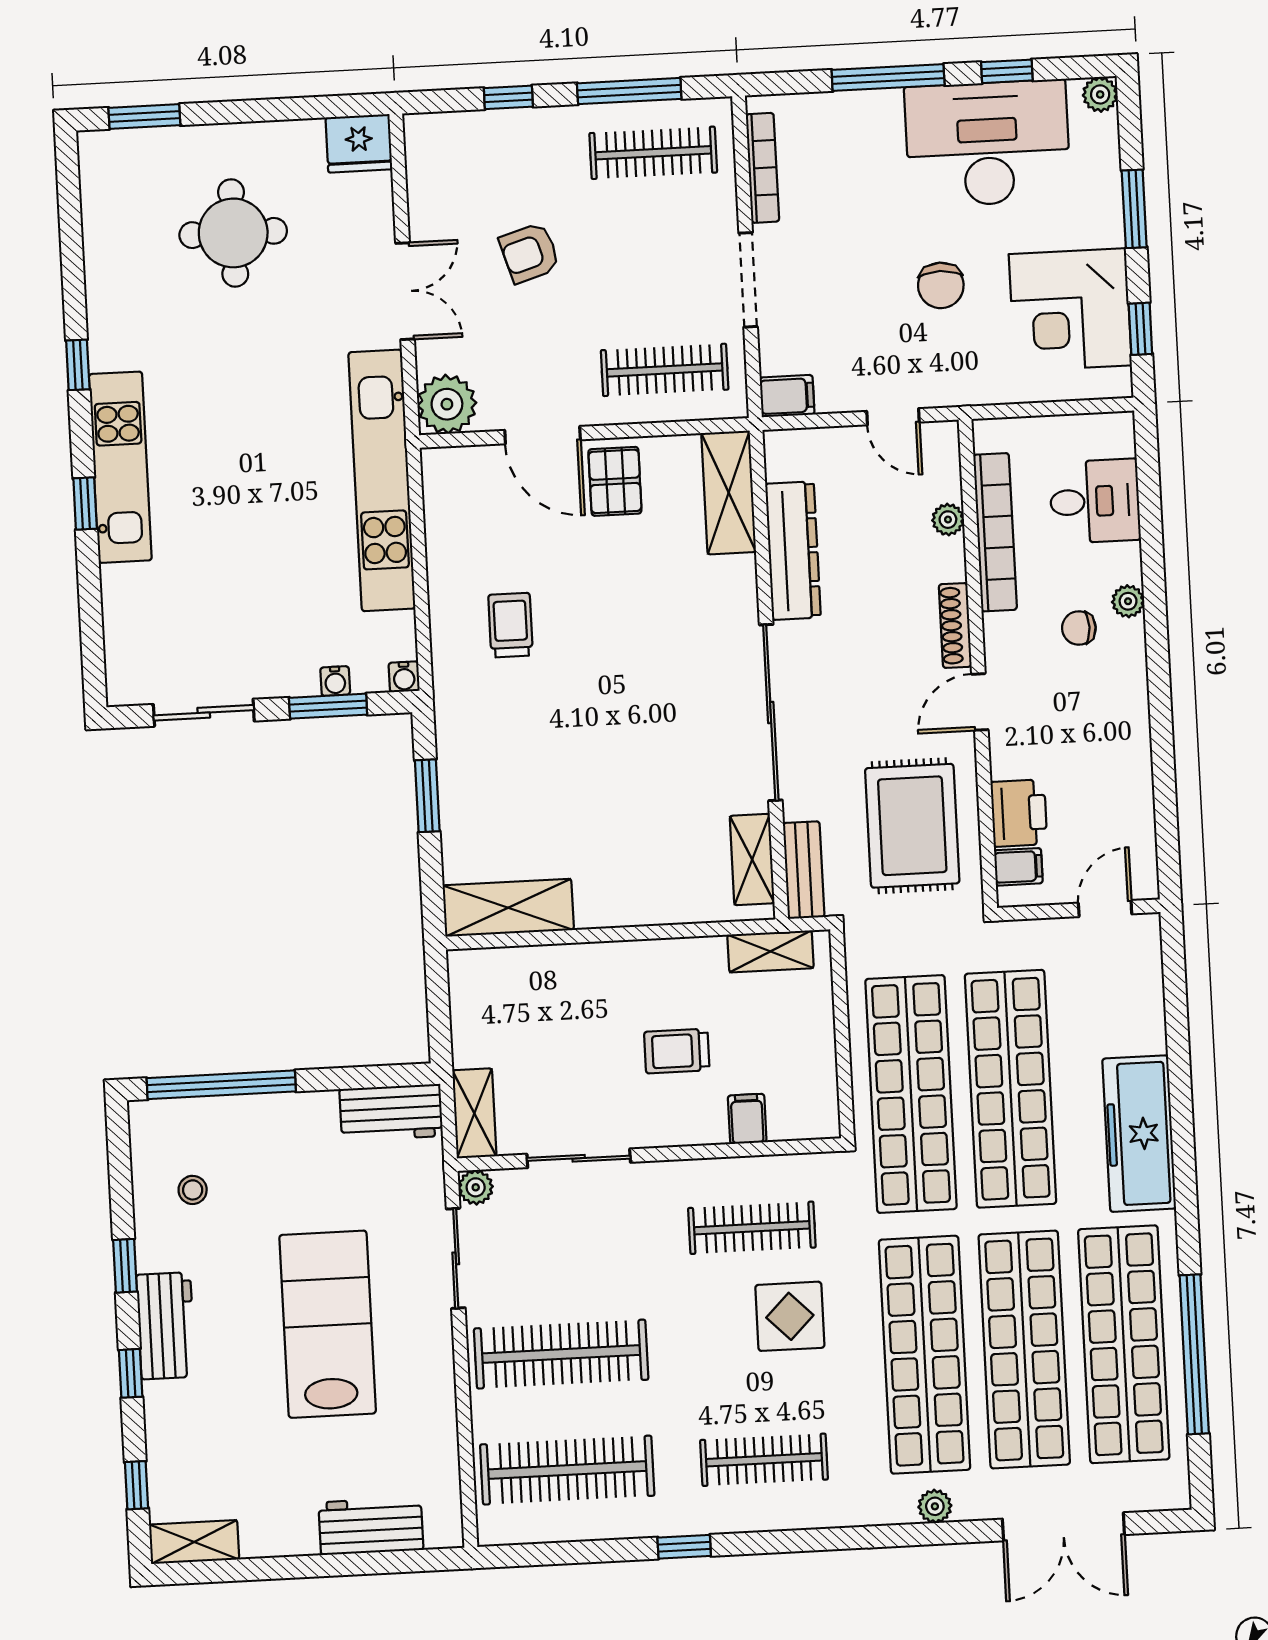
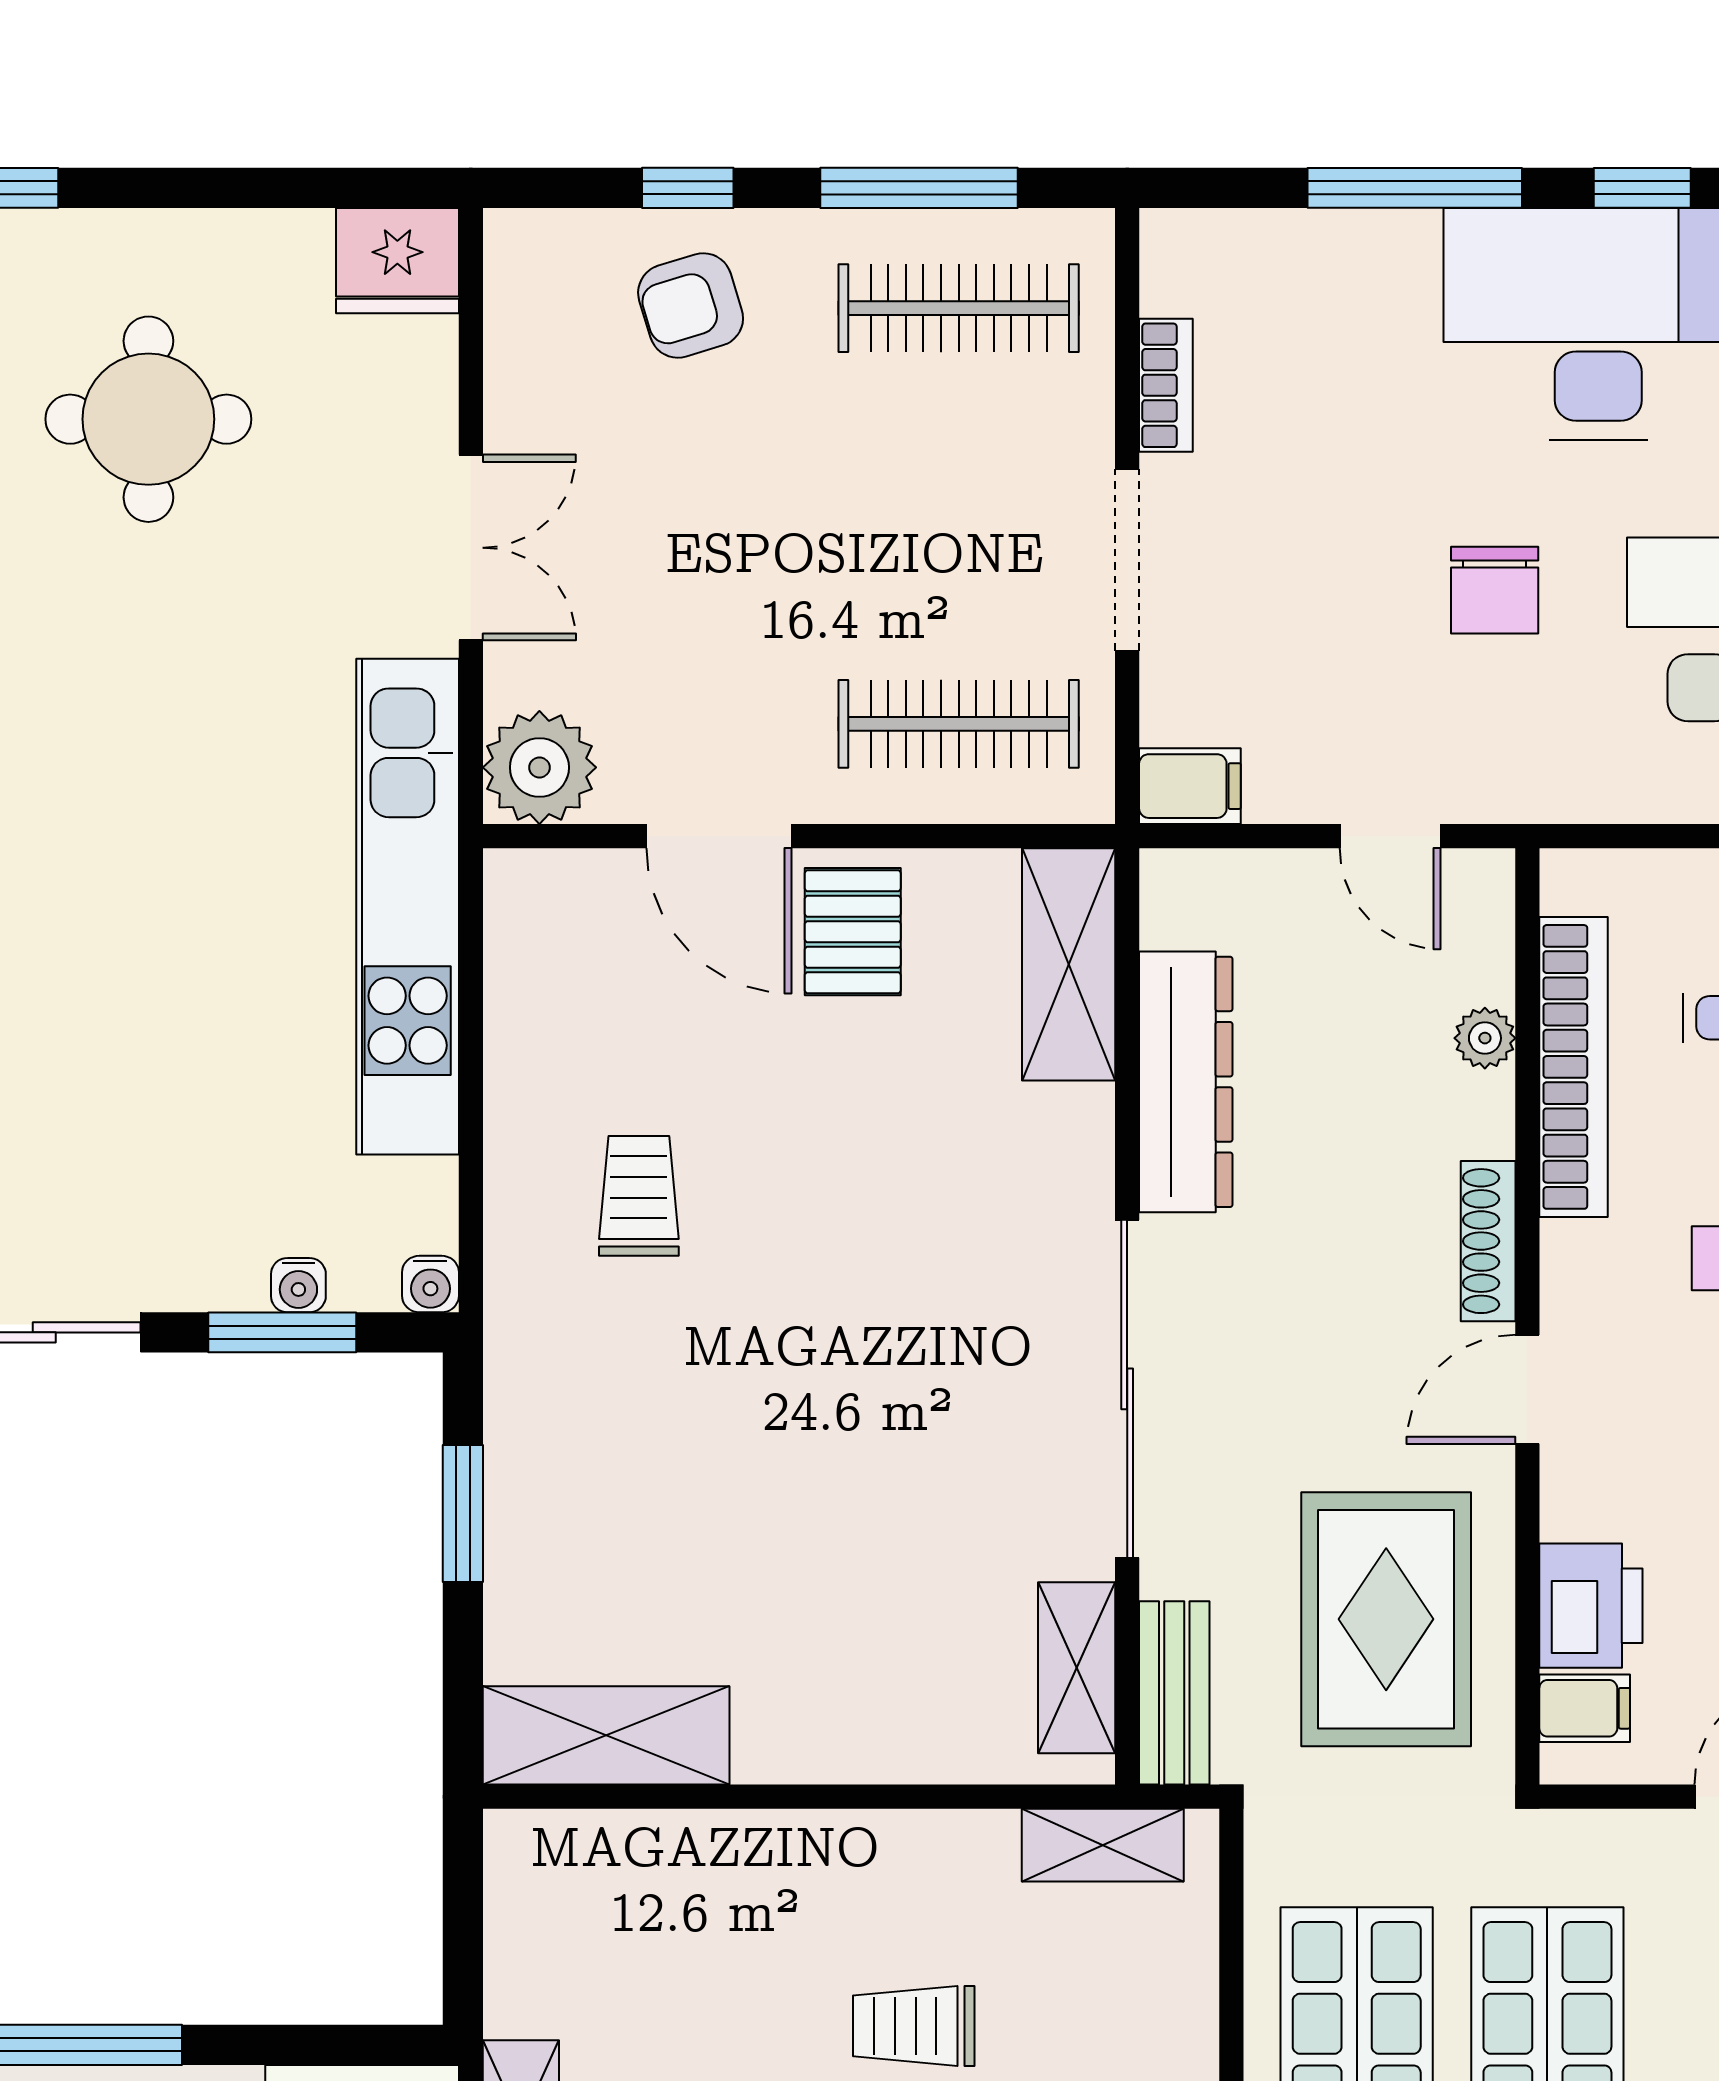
bookcase: (762, 168) -> (1166, 385), width x0.64
armchair: (530, 253) -> (691, 305), moved

